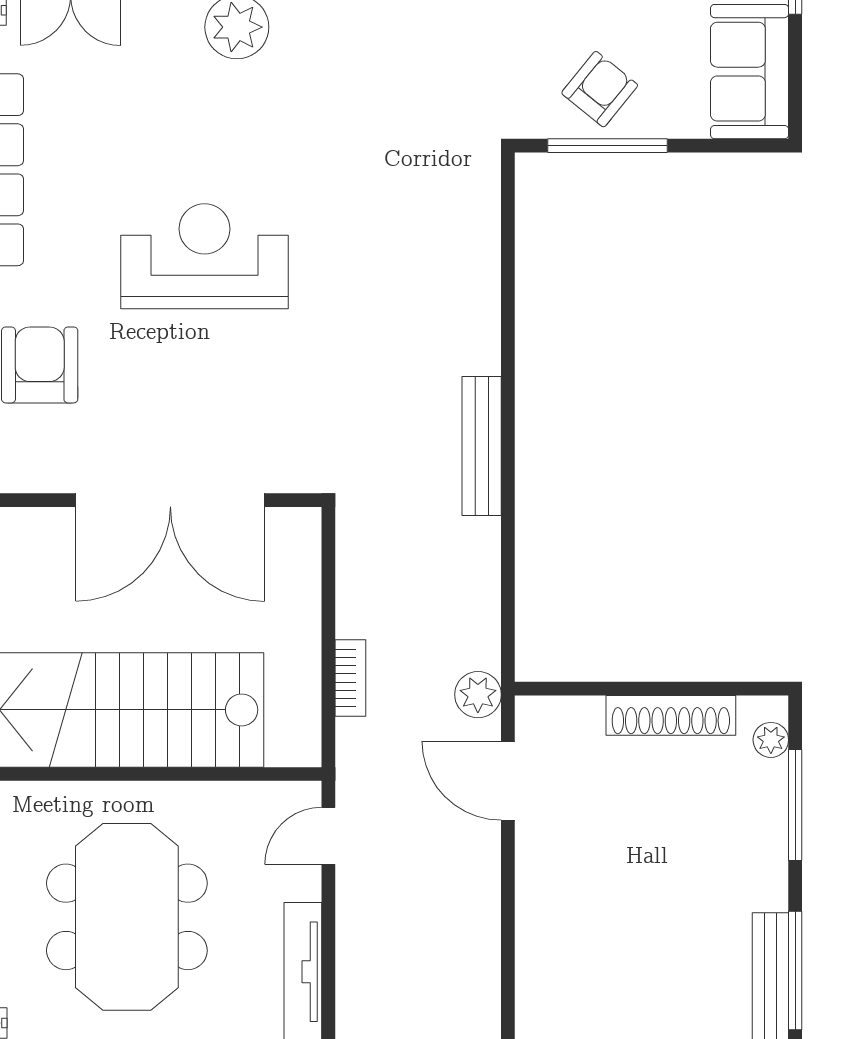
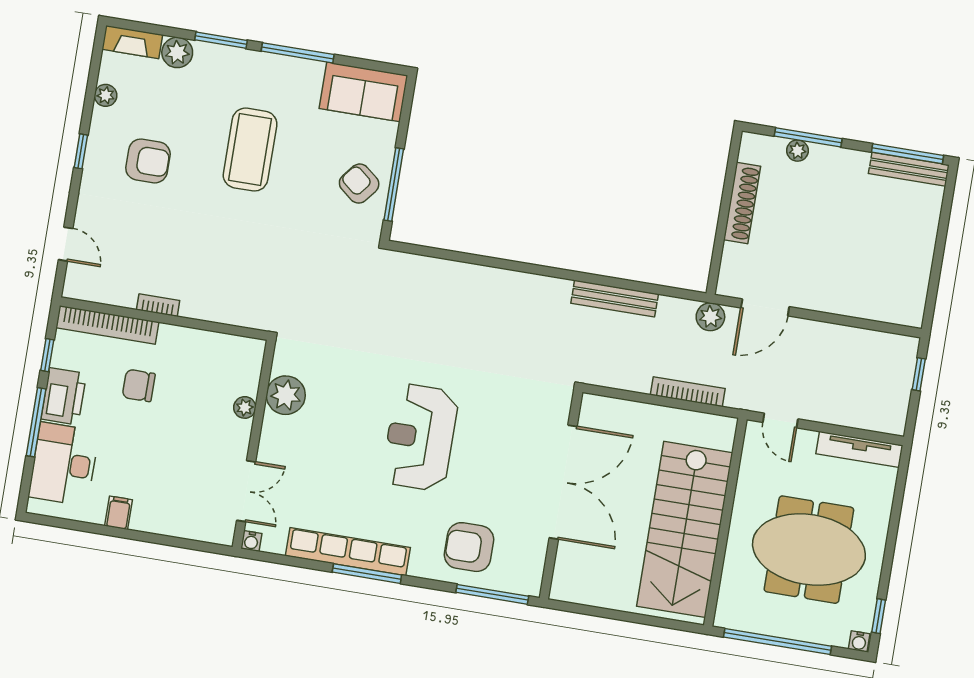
bench: (482, 446) -> (615, 299), moved
bookcase: (350, 678) -> (688, 392), width x1.56
plant: (771, 740) -> (797, 151), moved

